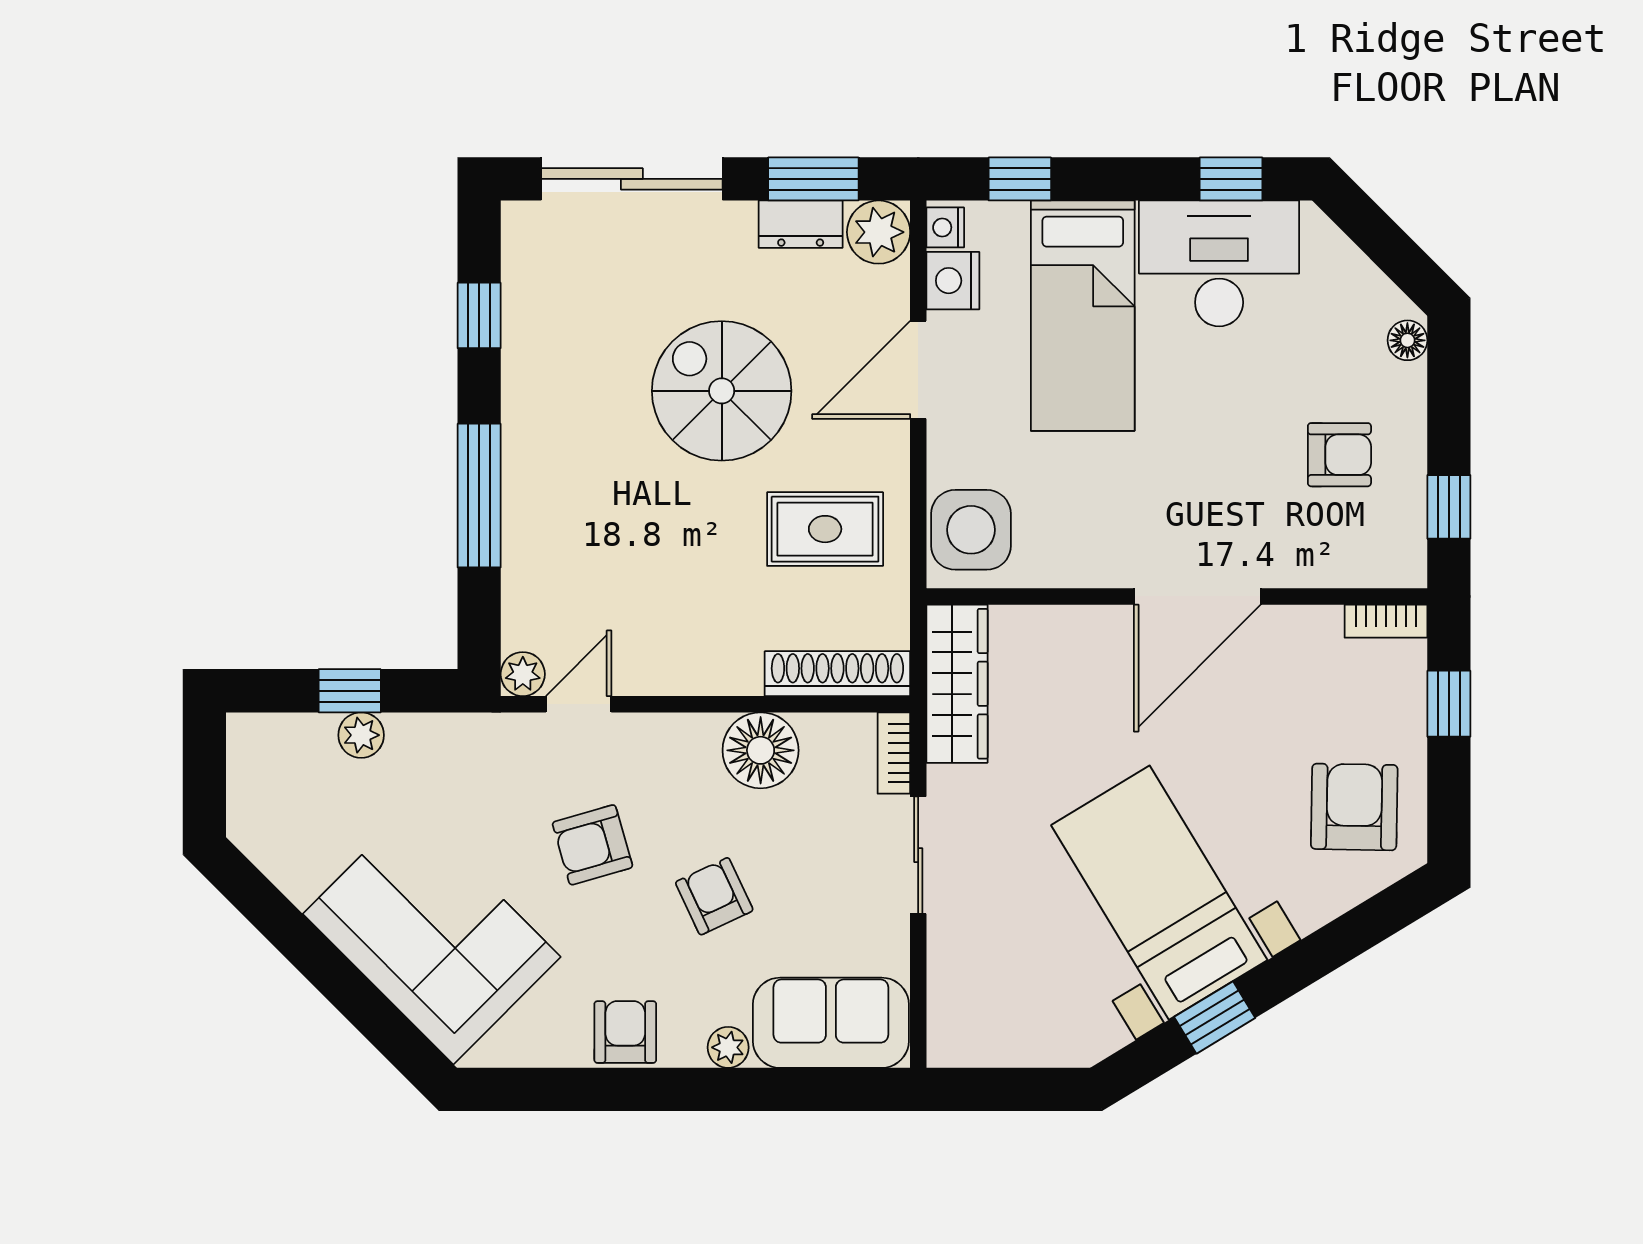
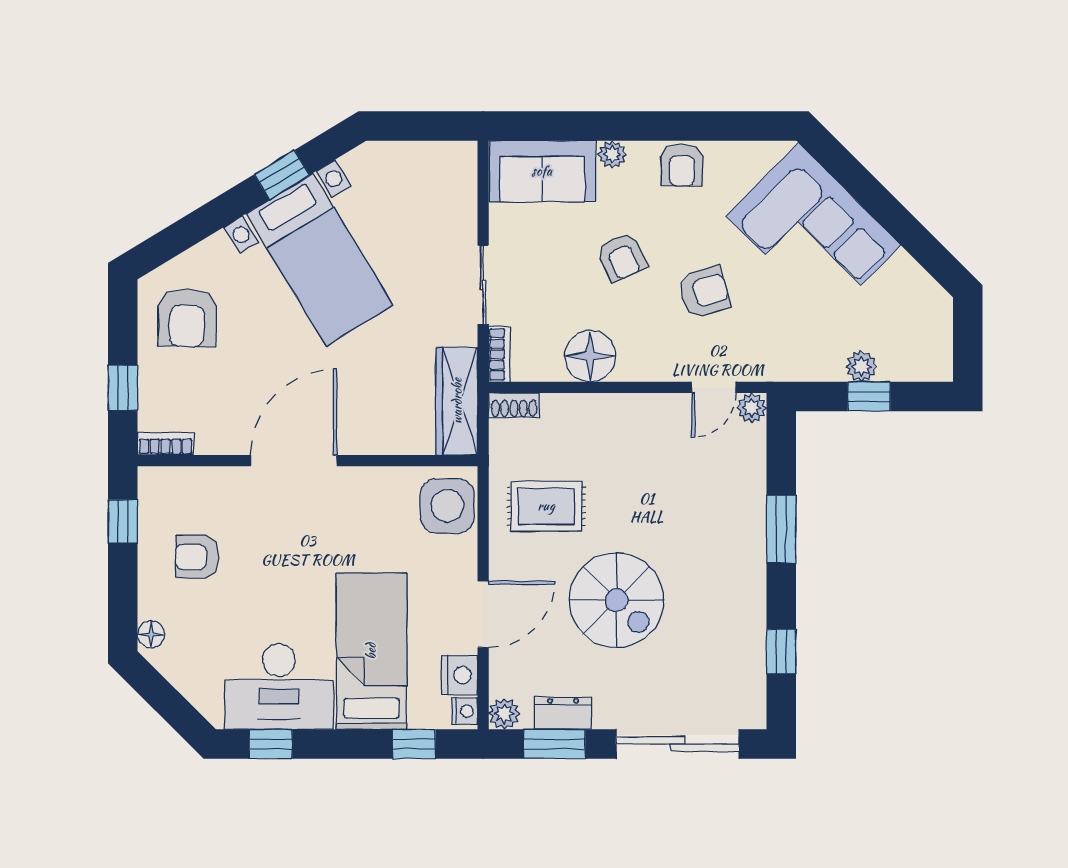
plant: (879, 232) -> (504, 714), width x0.73, depth x0.73
window: (479, 496) -> (781, 529), width x0.69
shoe rack: (837, 674) -> (514, 405), width x0.51, depth x0.81

